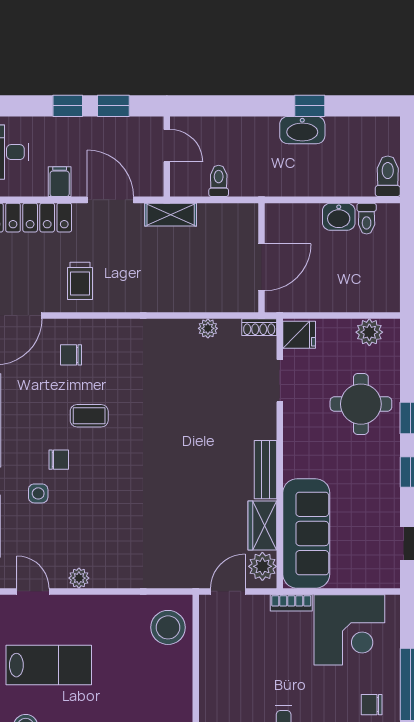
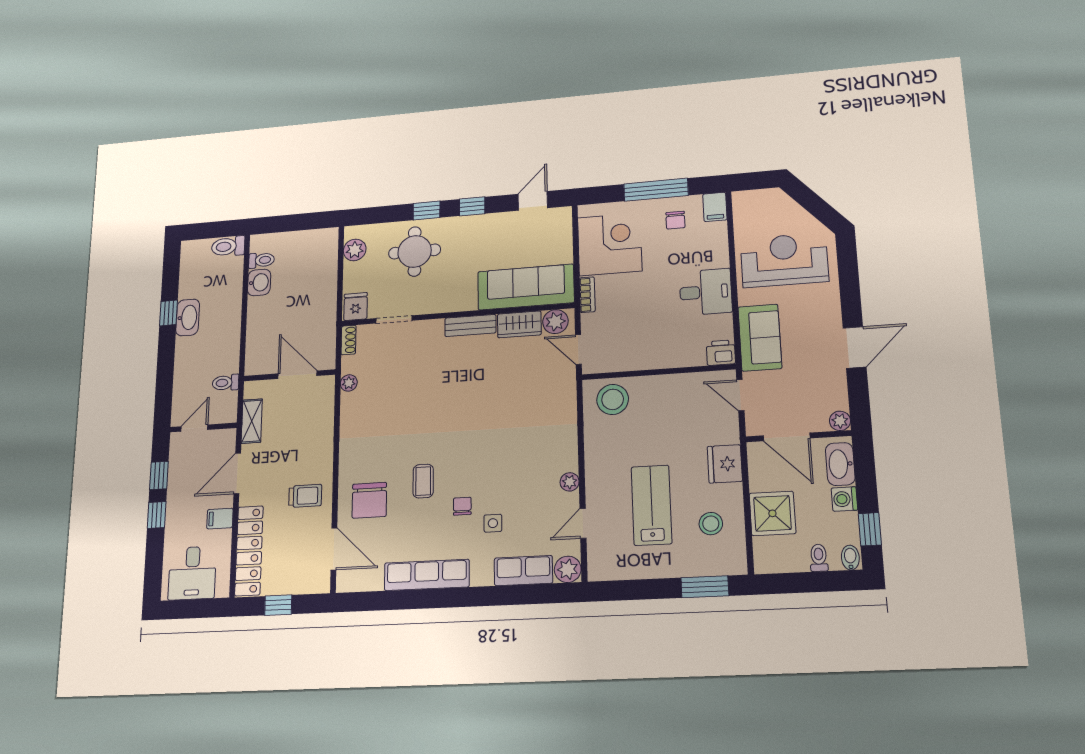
wall: (261, 258) -> (289, 375), moved
door: (261, 267) -> (297, 375), moved
chair: (71, 355) -> (369, 500), width x1.87, depth x1.87

